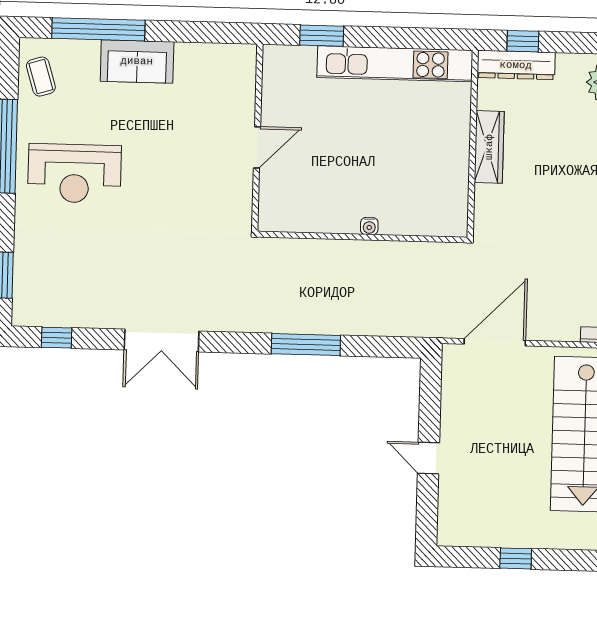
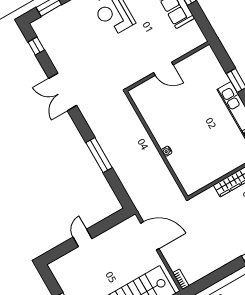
wall: (257, 138) -> (168, 66), moved
door: (257, 147) -> (163, 69), moved

